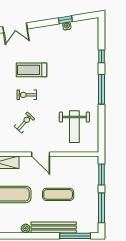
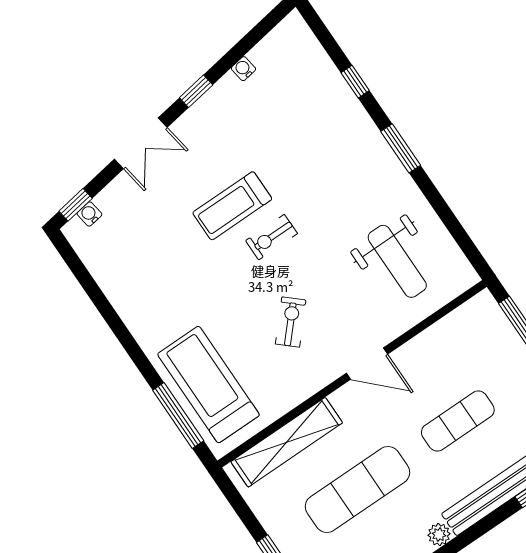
window: (65, 20) -> (196, 91), moved
window: (102, 89) -> (401, 148), width x0.69
exercise bike: (27, 95) -> (271, 237), moved

